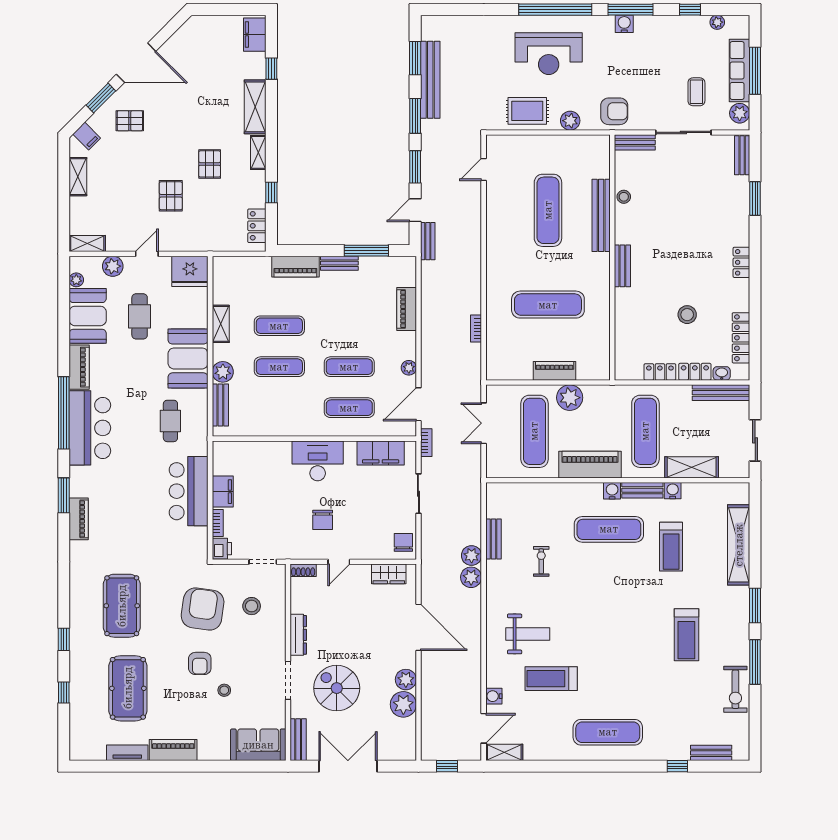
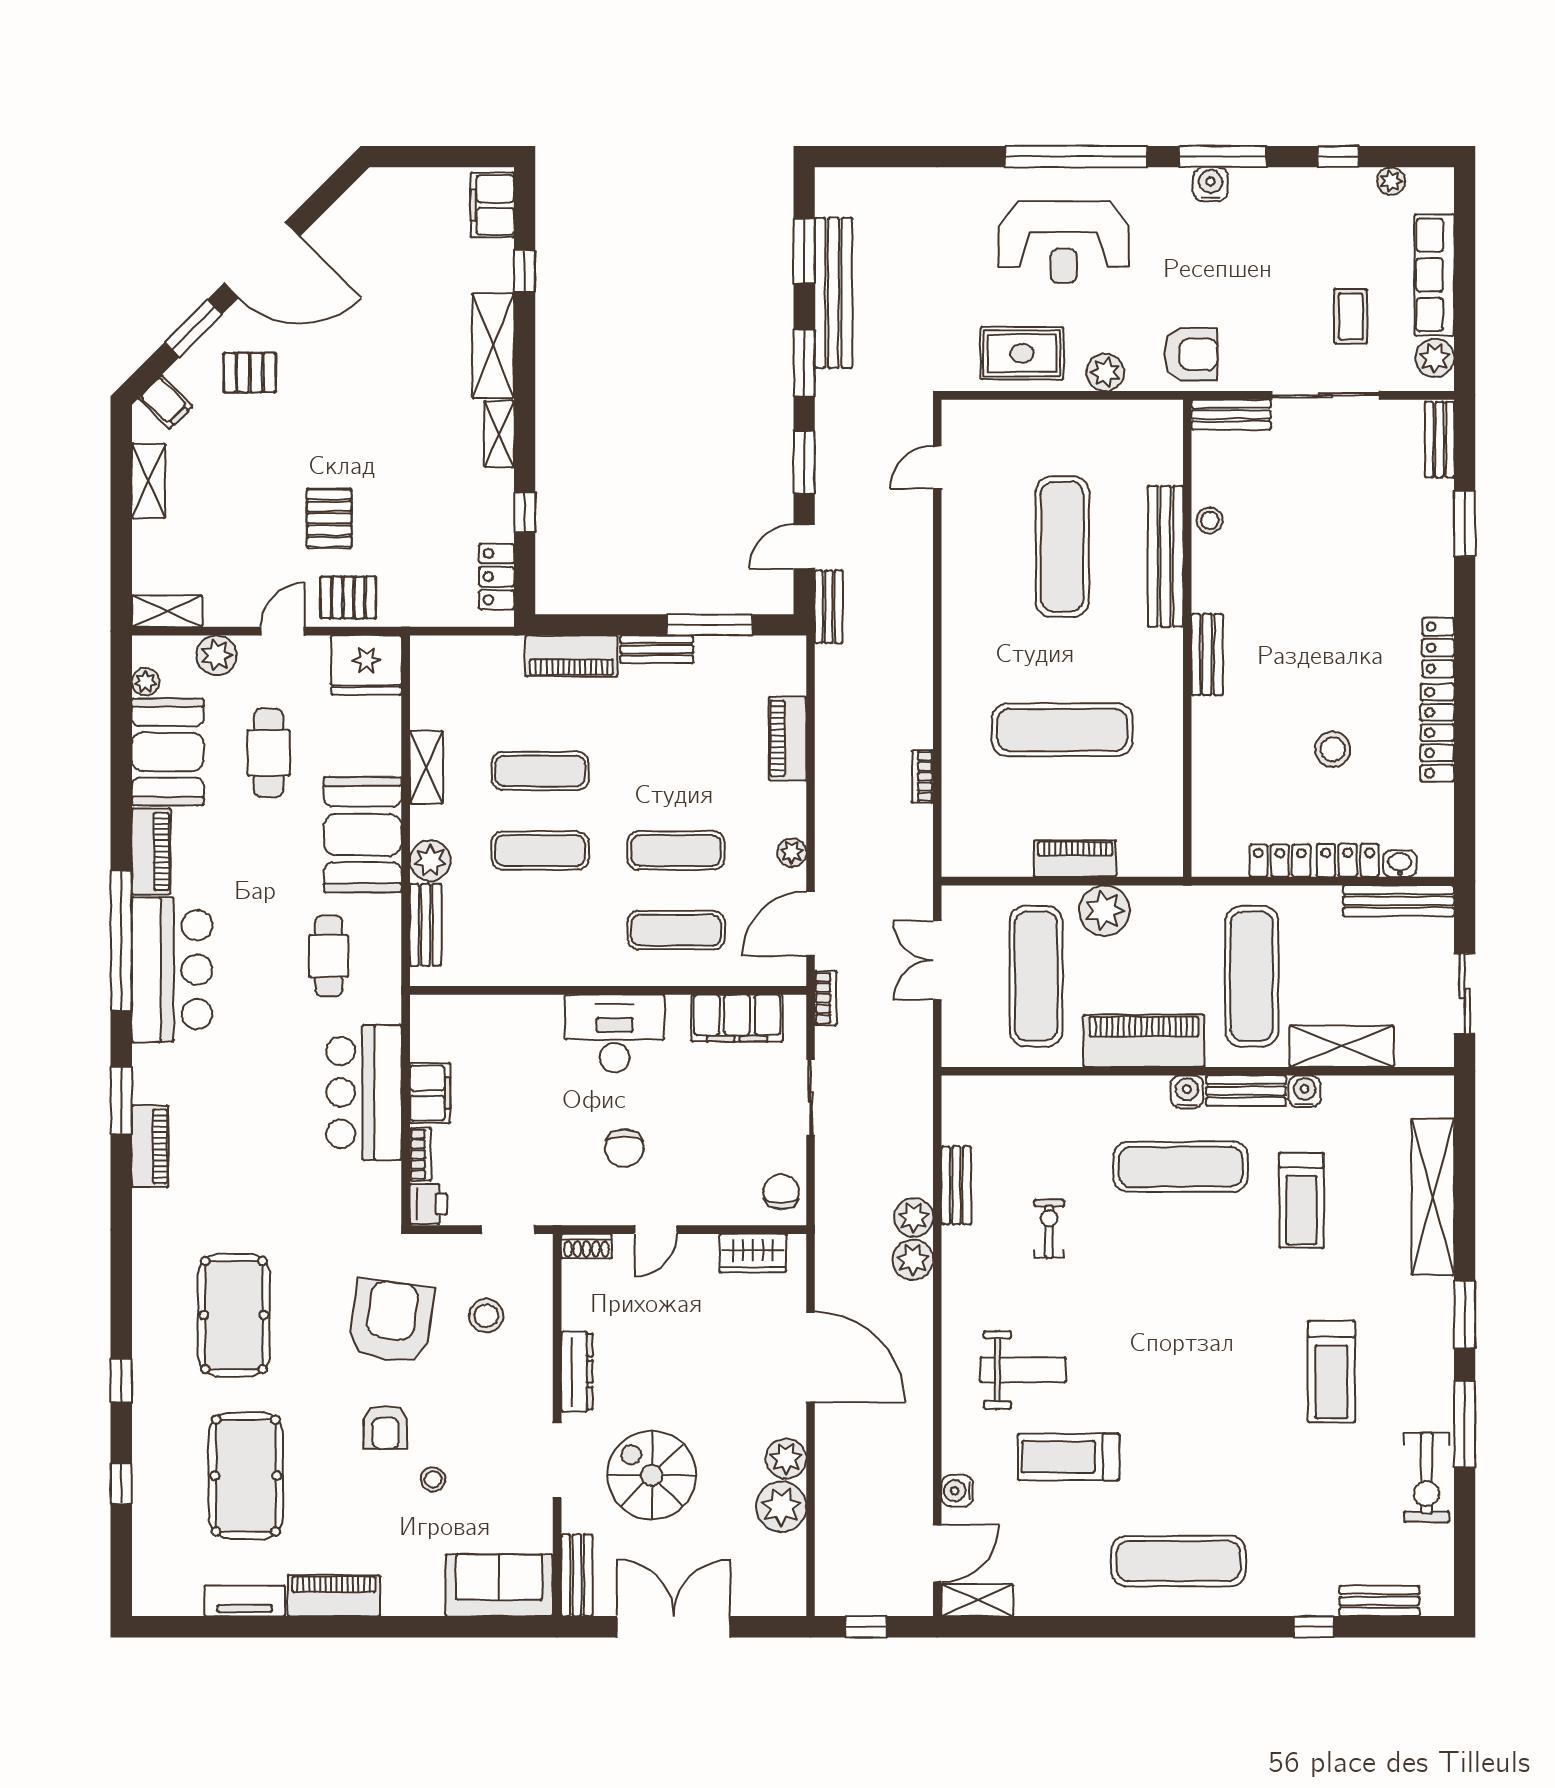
window: (755, 71) -> (1465, 275), removed
pallet: (210, 164) -> (348, 597), moved, turned 90
locker: (741, 338) -> (1437, 733), moved

